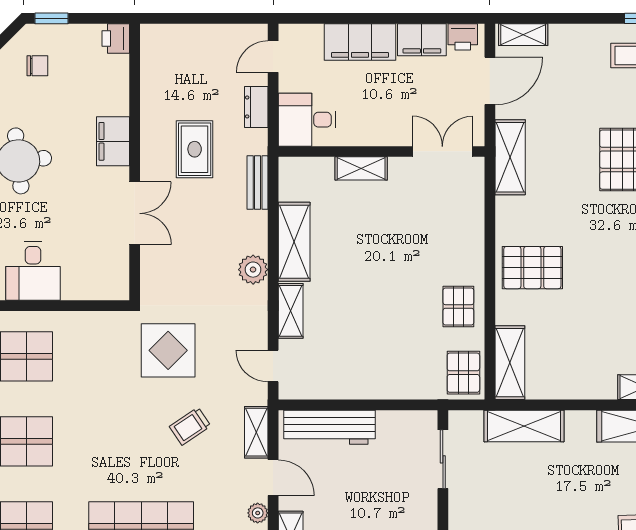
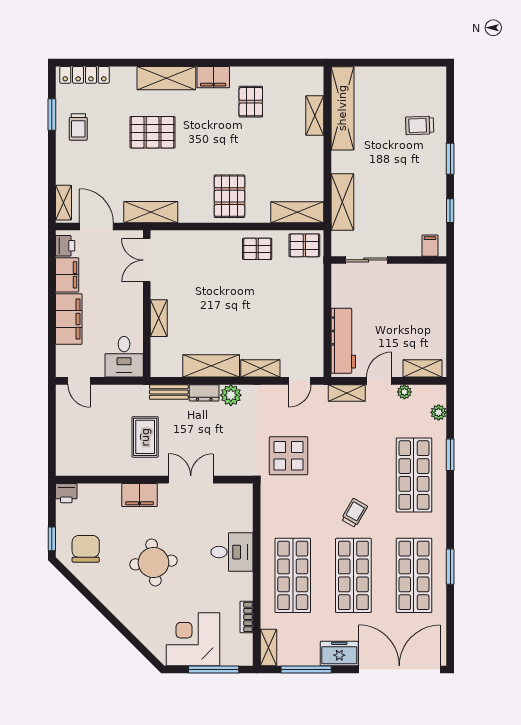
chair: (37, 66) -> (86, 549), width x1.87, depth x1.87
dresser: (256, 107) -> (204, 393), moved
rug: (195, 149) -> (145, 437), turned 90
trolley: (190, 426) -> (354, 513), moved, turned -116

